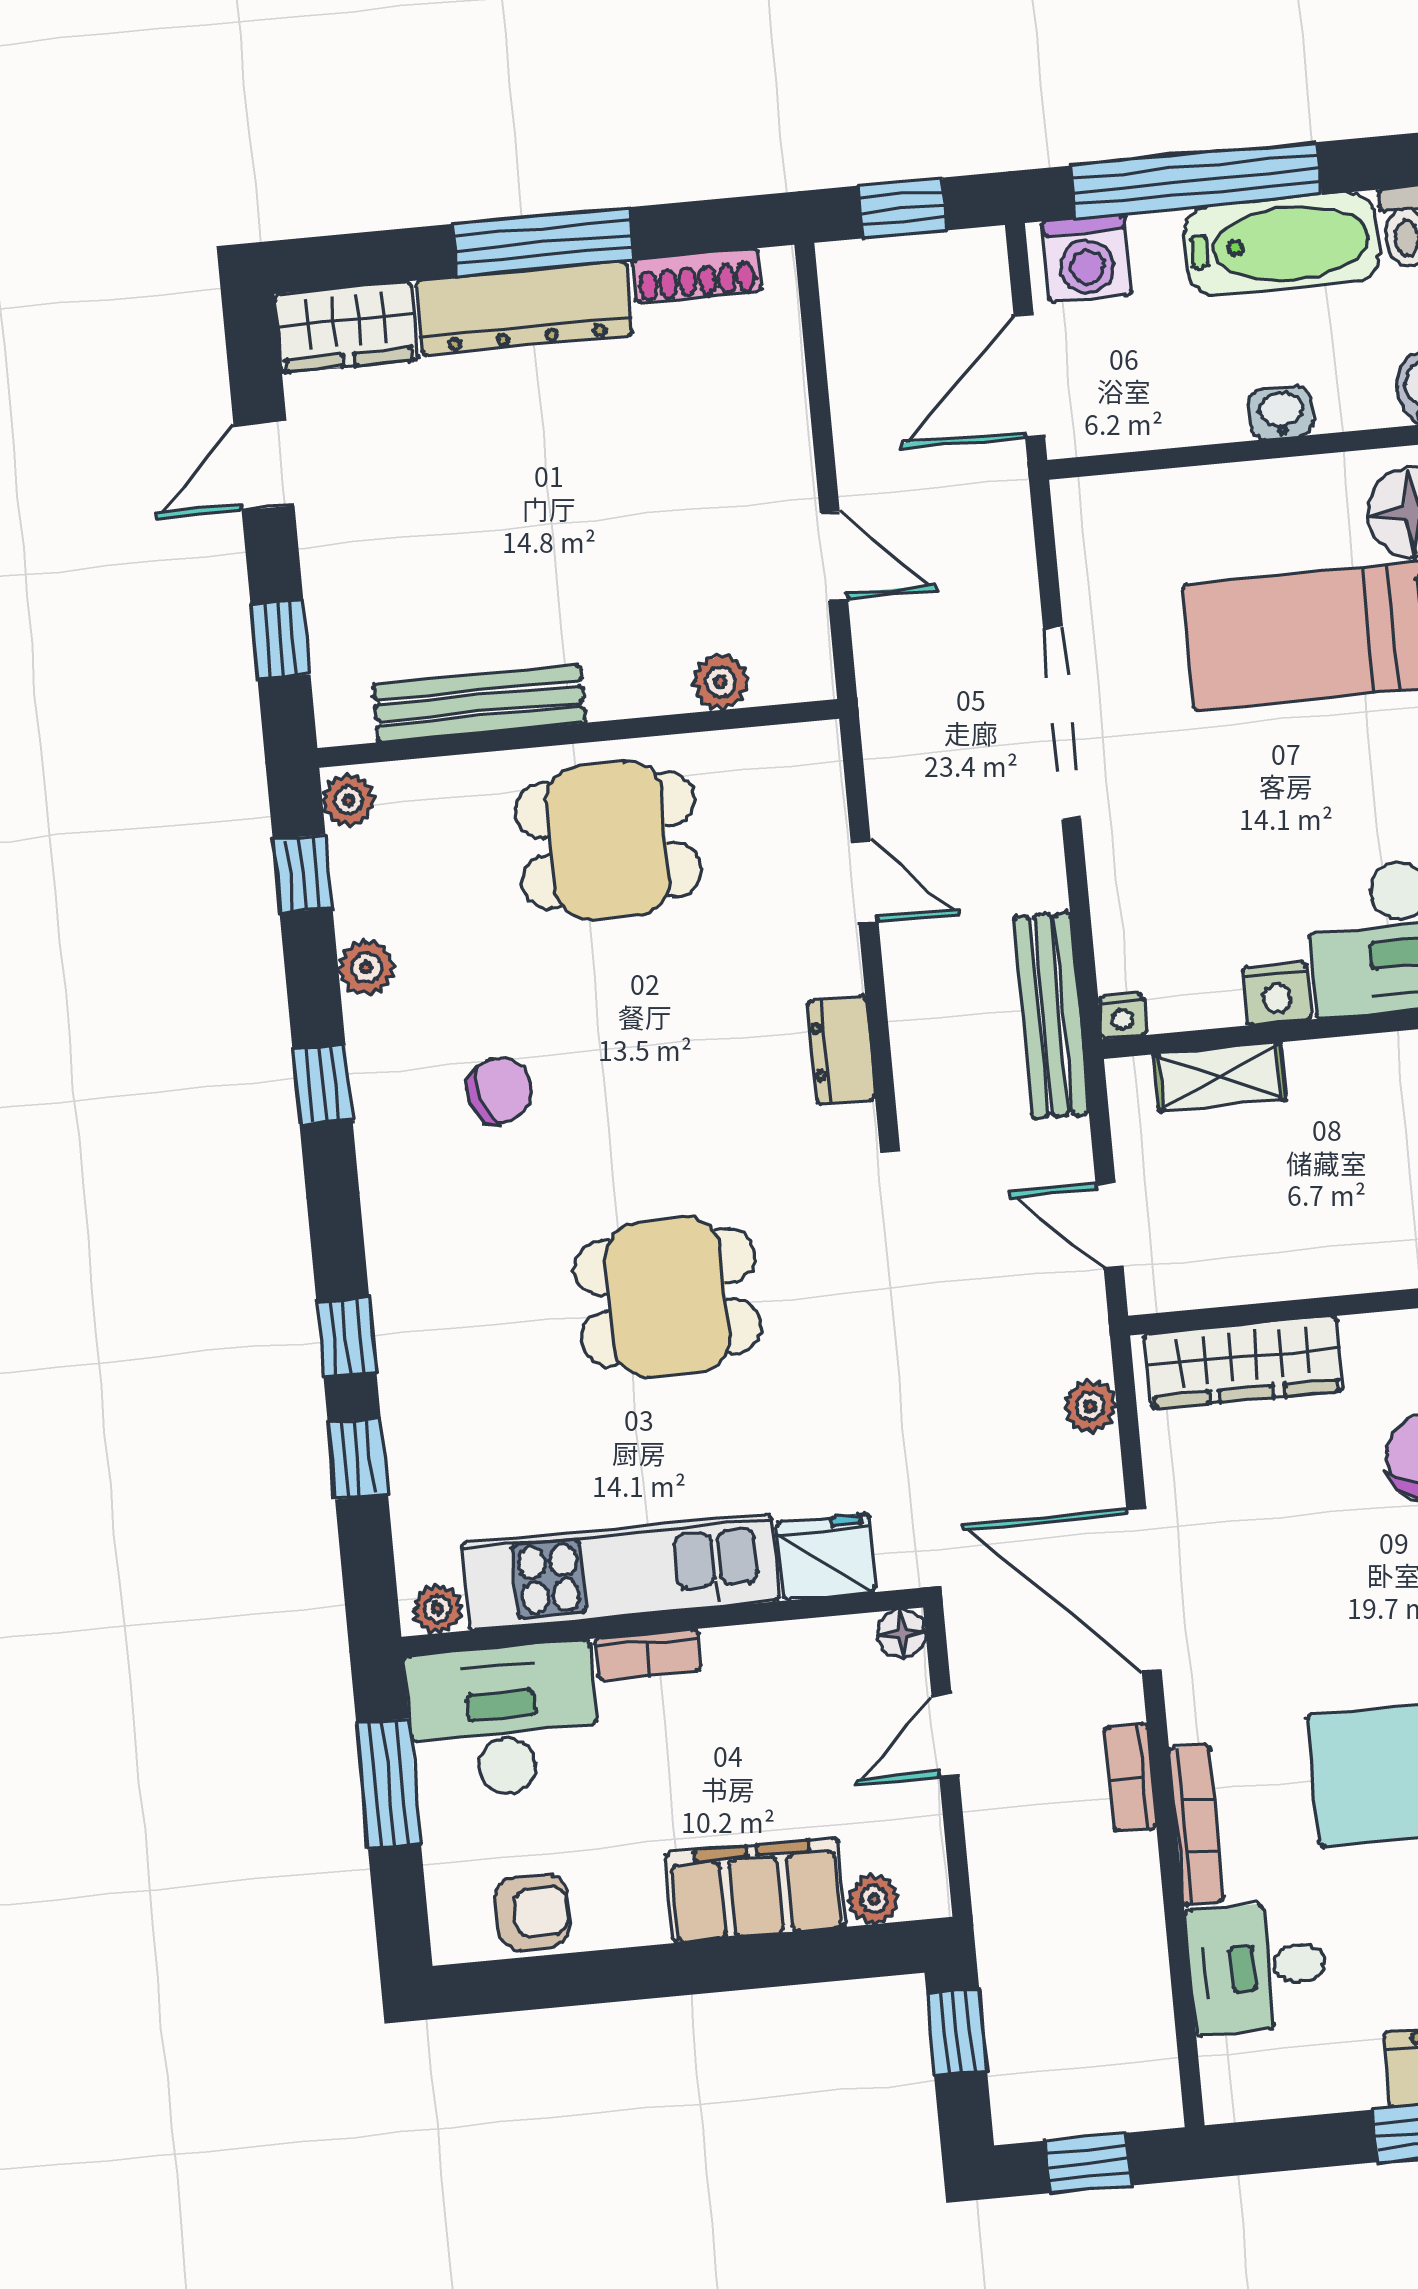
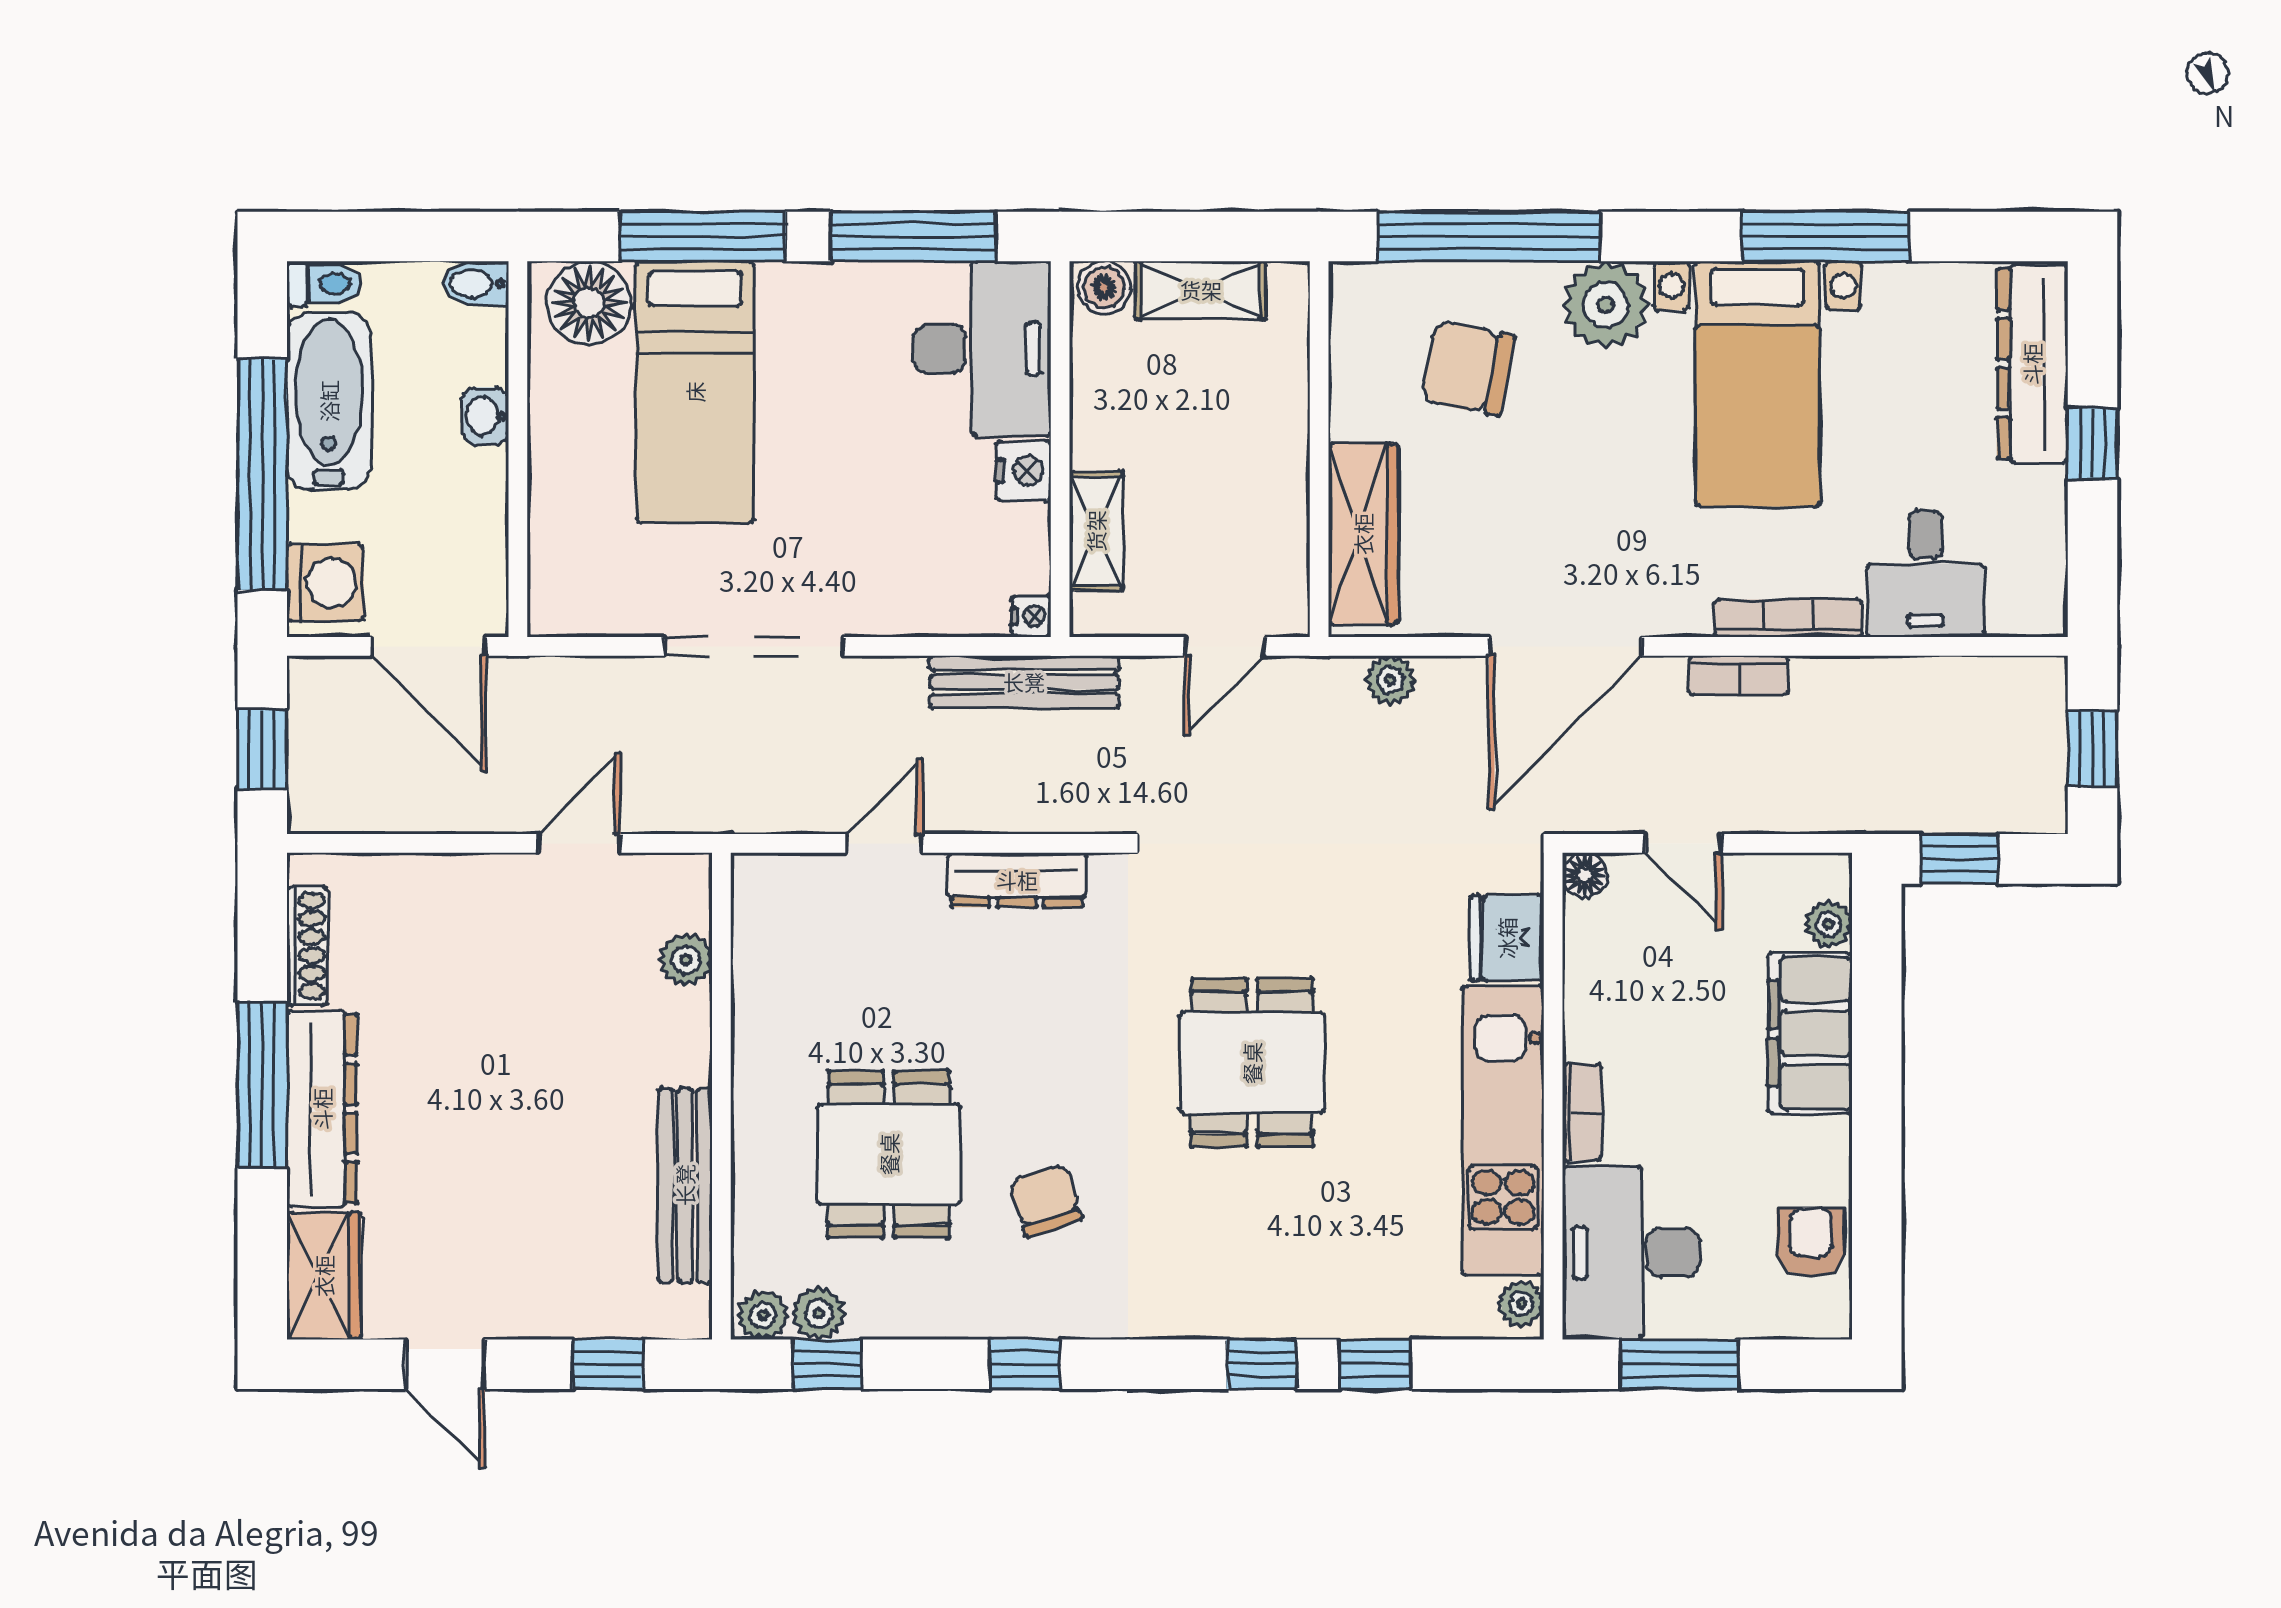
dining table: (608, 840) -> (889, 1154), moved
plant: (366, 968) -> (819, 1313), moved
dresser: (841, 1050) -> (1017, 880), width x1.44

